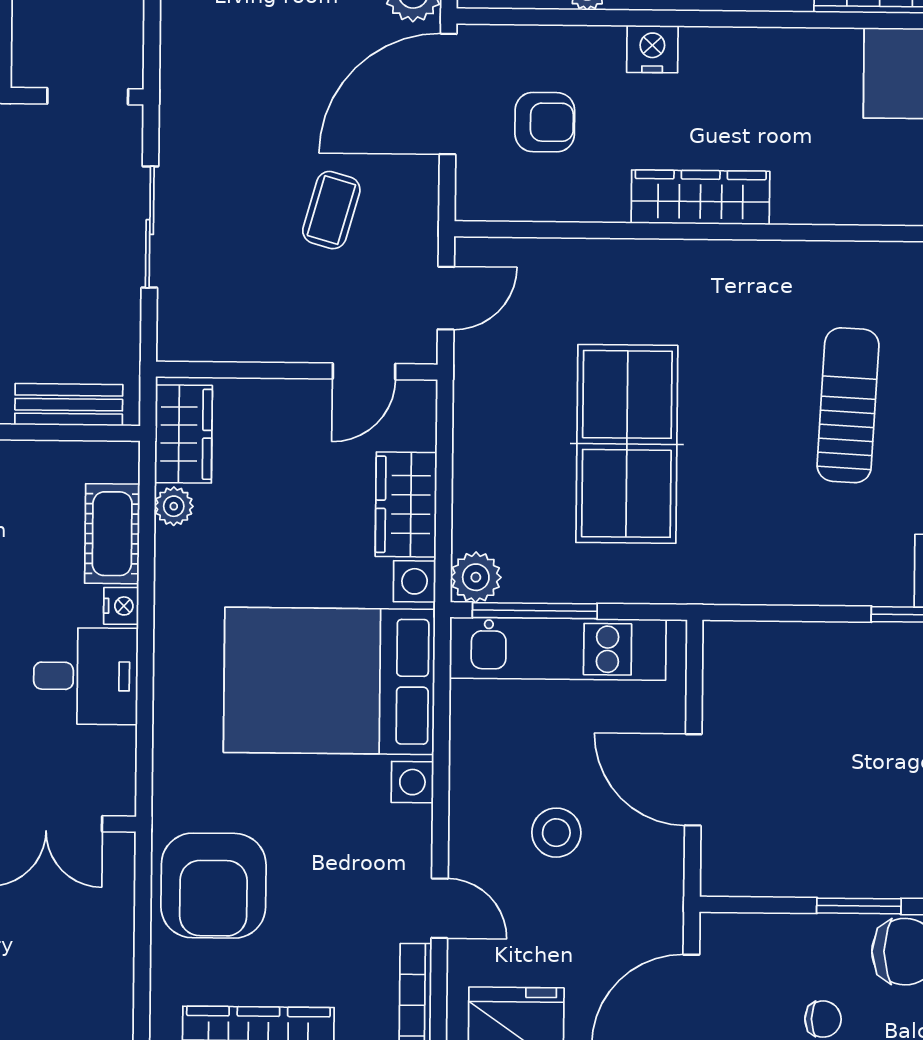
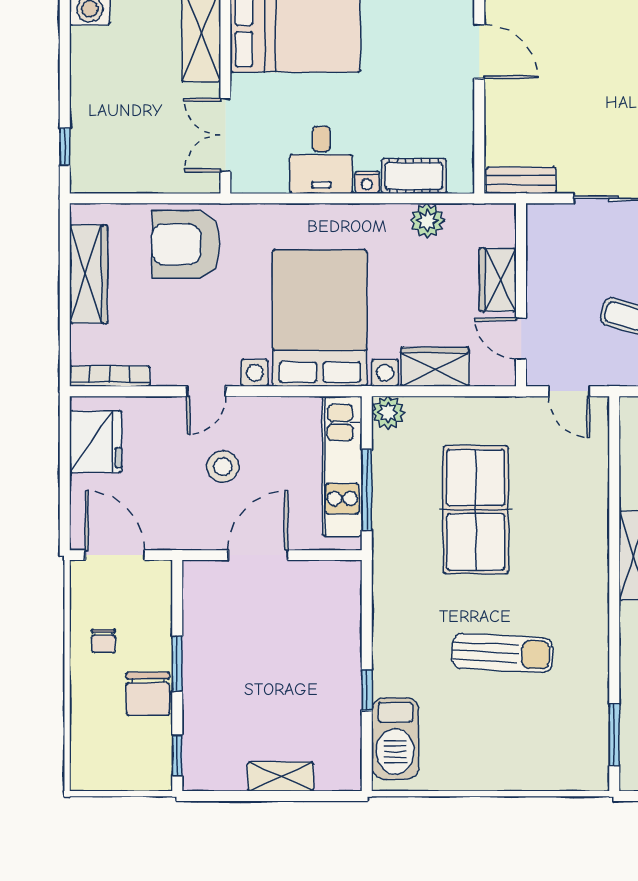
bench: (69, 405) -> (521, 180), moved, turned 90
wardrobe: (183, 434) -> (498, 280), moved, turned 90
table tennis table: (627, 444) -> (476, 510), turned 90
plant: (174, 506) -> (427, 221), width x1.38, depth x1.38
window: (535, 611) -> (367, 490), moved
door: (440, 908) -> (206, 391), moved

